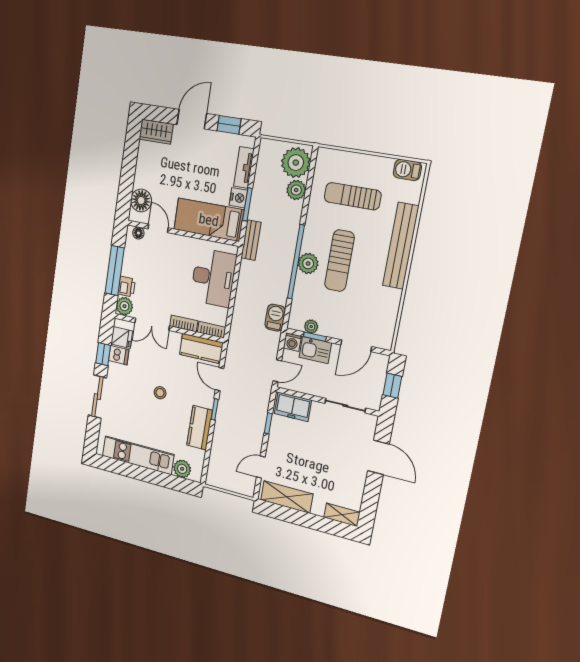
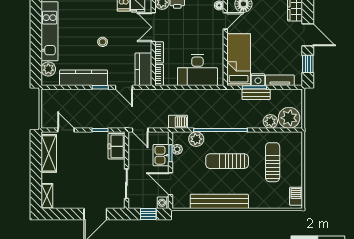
bench: (251, 240) -> (256, 94), moved
bench: (401, 246) -> (219, 201), moved
plant: (308, 263) -> (196, 139), moved
washing machine: (292, 342) -> (163, 203), moved
door: (219, 379) -> (124, 87), swing flipped
kitchen counter: (200, 428) -> (84, 78), width x1.50

